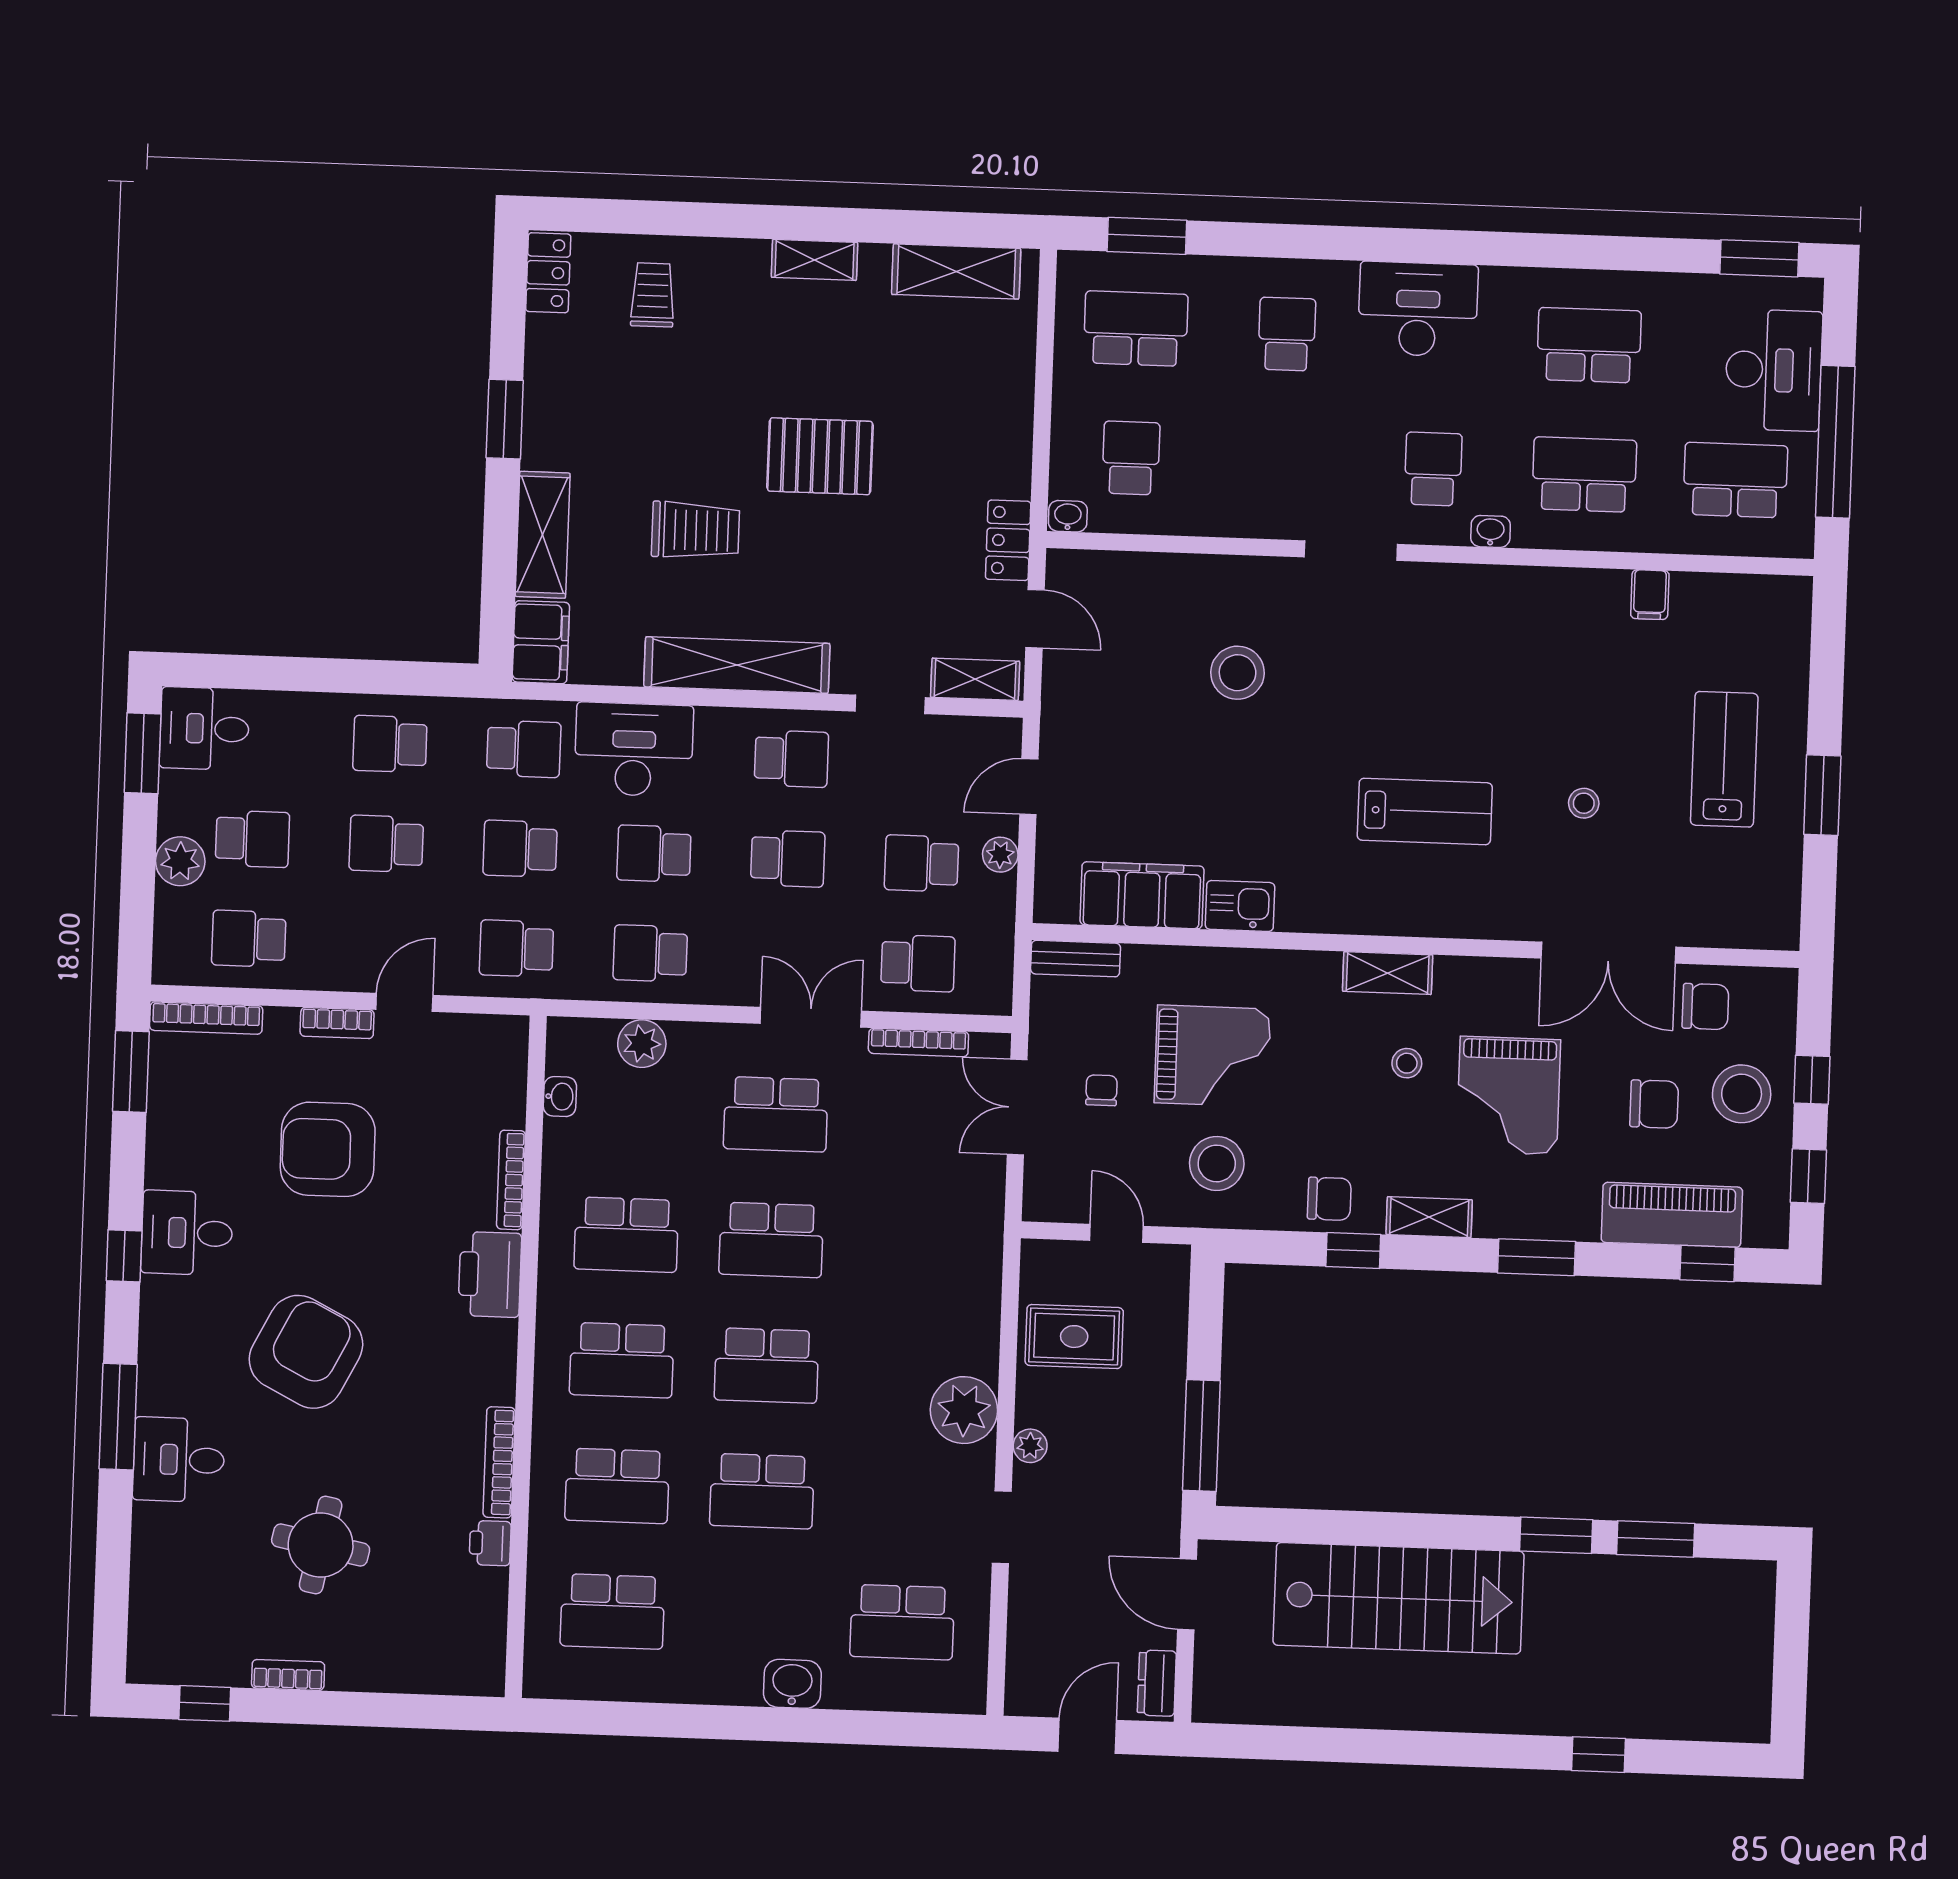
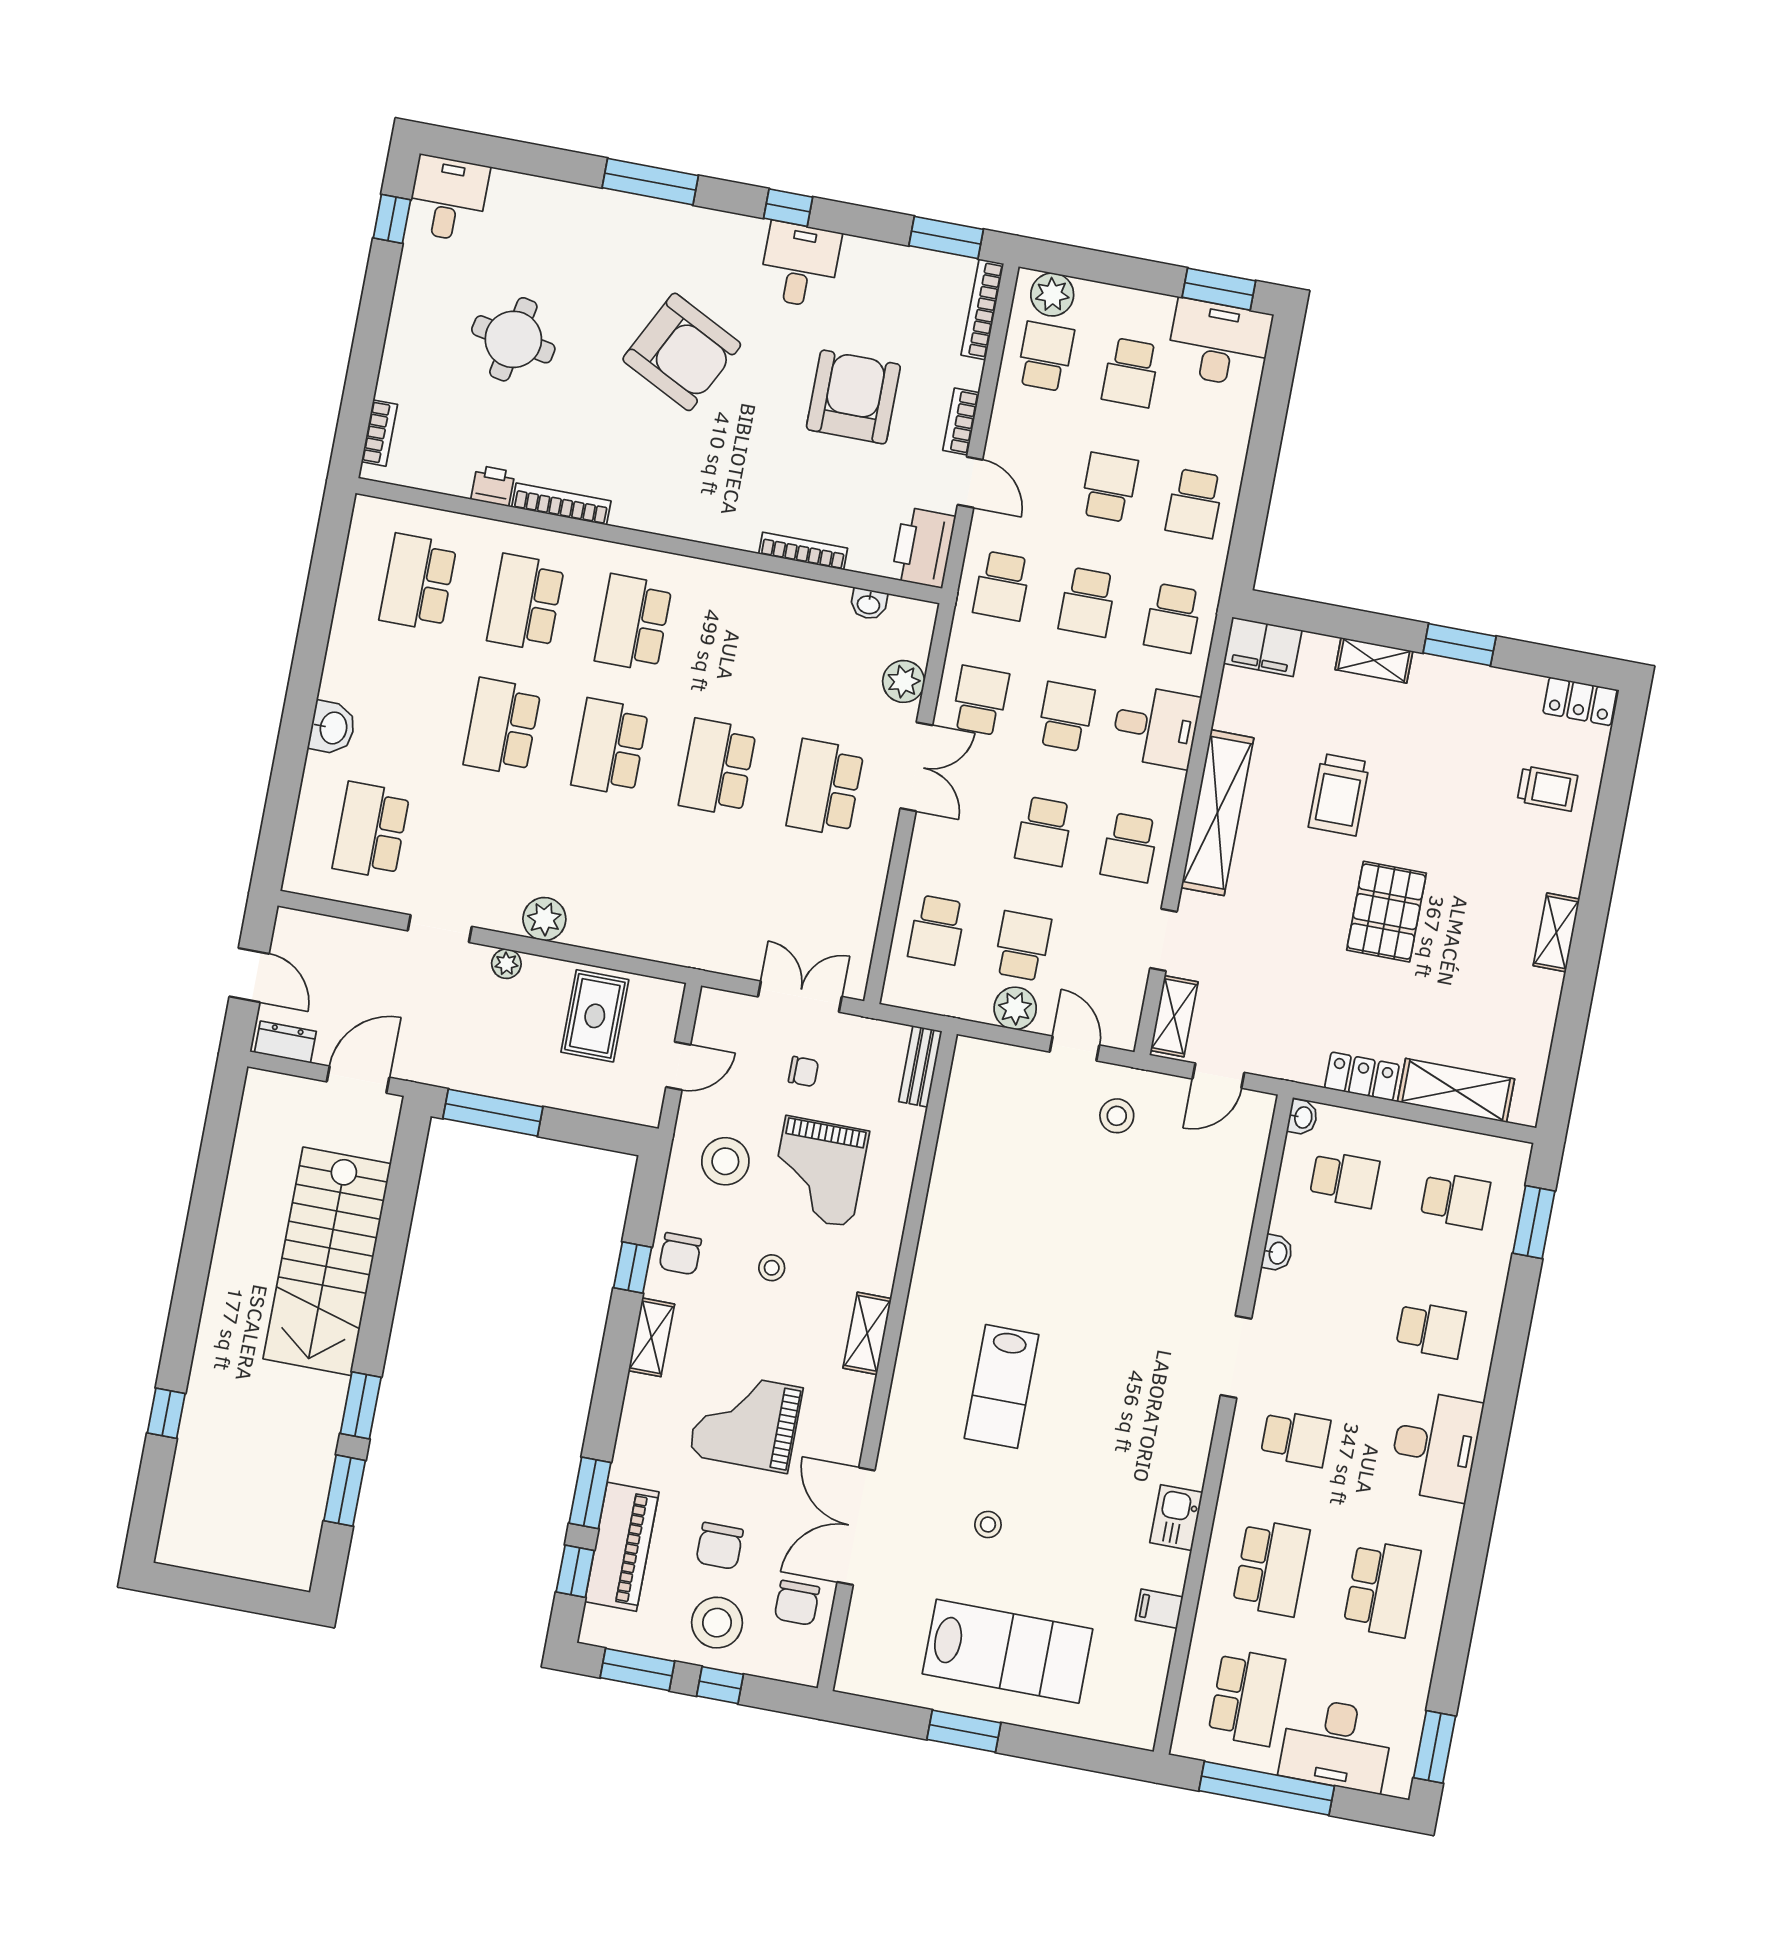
shelving: (956, 271) -> (1456, 1090), moved, turned 90
school desk: (1136, 329) -> (1455, 1200), width x0.54
washbasin: (1491, 531) -> (1277, 1253), moved
shelving: (543, 535) -> (1374, 660), width x0.67, depth x0.75
locker: (1008, 540) -> (1362, 1076), moved
stool: (1238, 673) -> (1117, 1116), moved, width x0.73, depth x0.73
desk: (204, 729) -> (1219, 343), width x1.37
school desk: (390, 744) -> (1195, 503), turned 180
desk: (634, 749) -> (1156, 726), width x0.73
lab bench: (1724, 759) -> (1008, 1651), width x1.36, depth x1.39
school desk: (520, 849) -> (1087, 602), turned 180
plant: (1000, 855) -> (1015, 1008), width x1.38, depth x1.38
plant: (180, 861) -> (1052, 295), moved
filing cabinet: (1142, 895) -> (966, 1132), removed
kitchen sink: (1240, 906) -> (1176, 1518), moved, turned 180
school desk: (516, 949) -> (1002, 586), turned 180
double door: (811, 1017) -> (916, 767), moved
bookcase: (918, 1042) -> (868, 920), removed
stool: (1407, 1063) -> (772, 1268), moved
window: (1808, 1176) -> (637, 1669), width x1.50
school desk: (626, 1235) -> (741, 643), removed
window: (1536, 1257) -> (590, 1493), moved
printer: (490, 1274) -> (923, 548), moved, turned -90
plant: (964, 1410) -> (544, 919), width x0.73, depth x0.73
desk: (179, 1460) -> (448, 198), moved
bookcase: (288, 1675) -> (379, 433), moved

